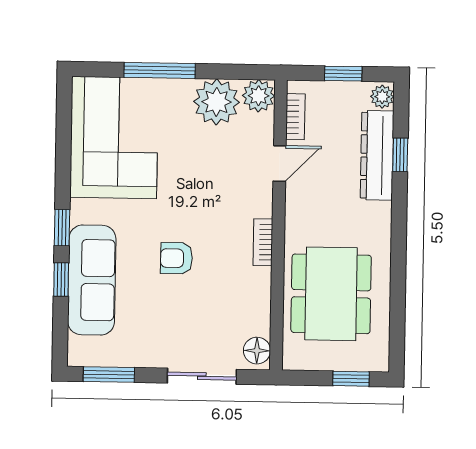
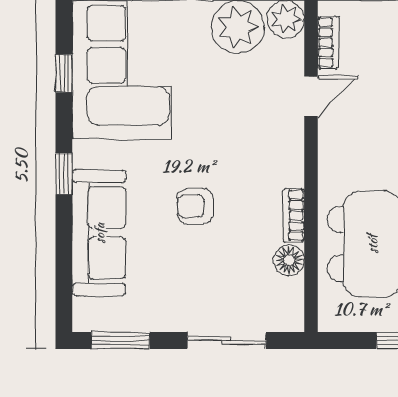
bookcase: (263, 242) -> (294, 215), moved
window: (61, 279) -> (64, 73), moved
floor lamp: (257, 351) -> (289, 260), moved

